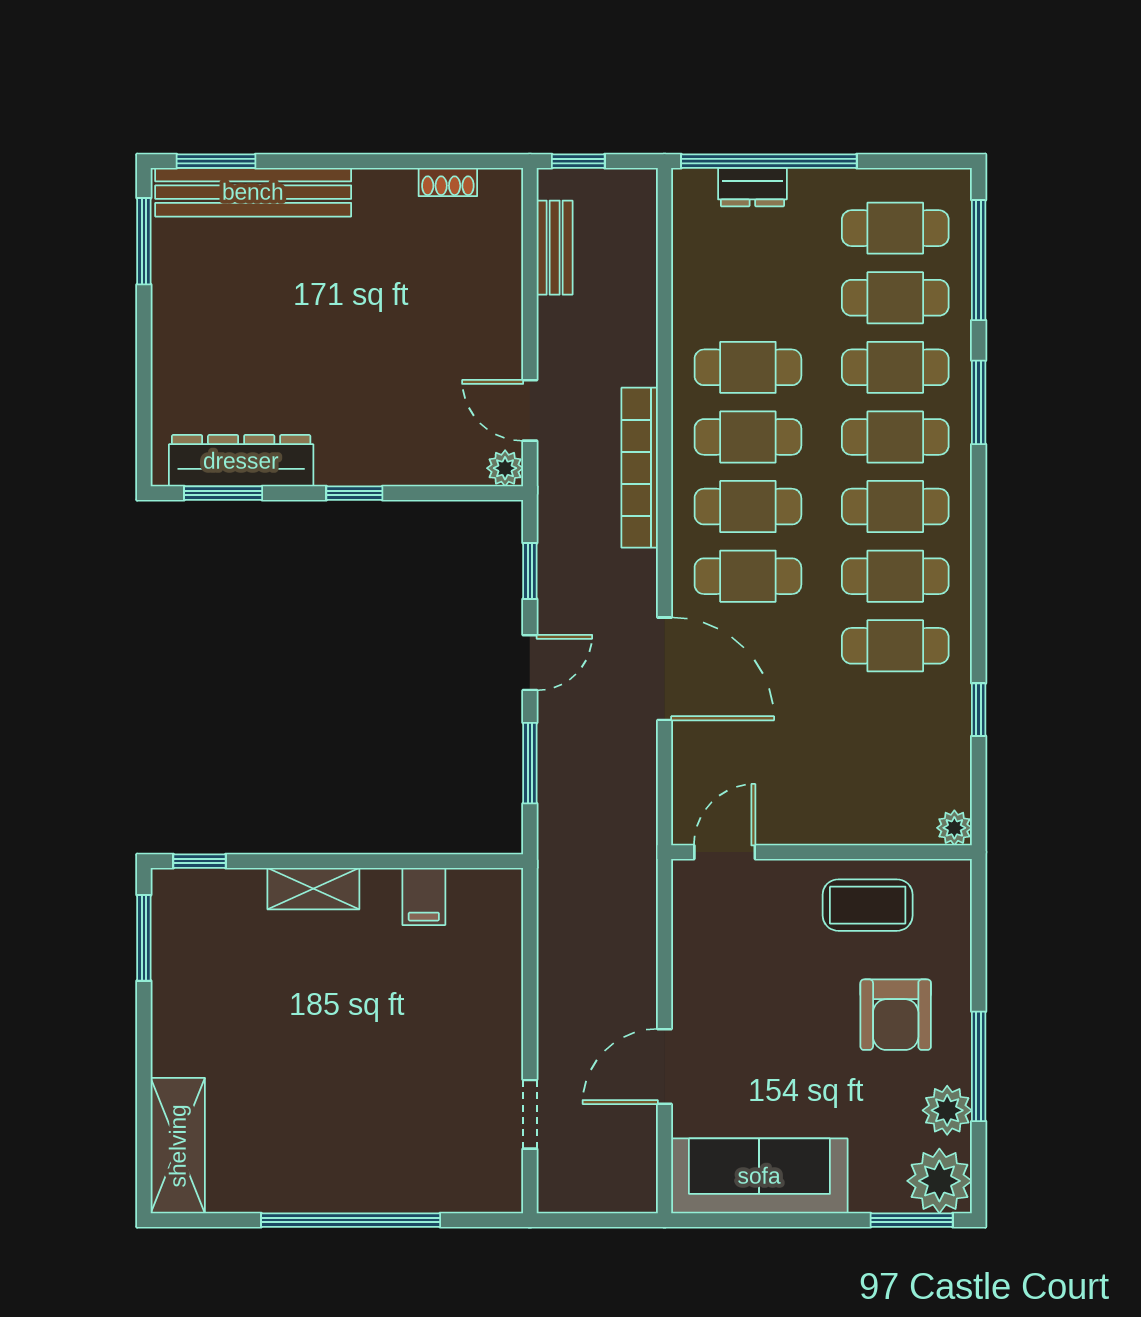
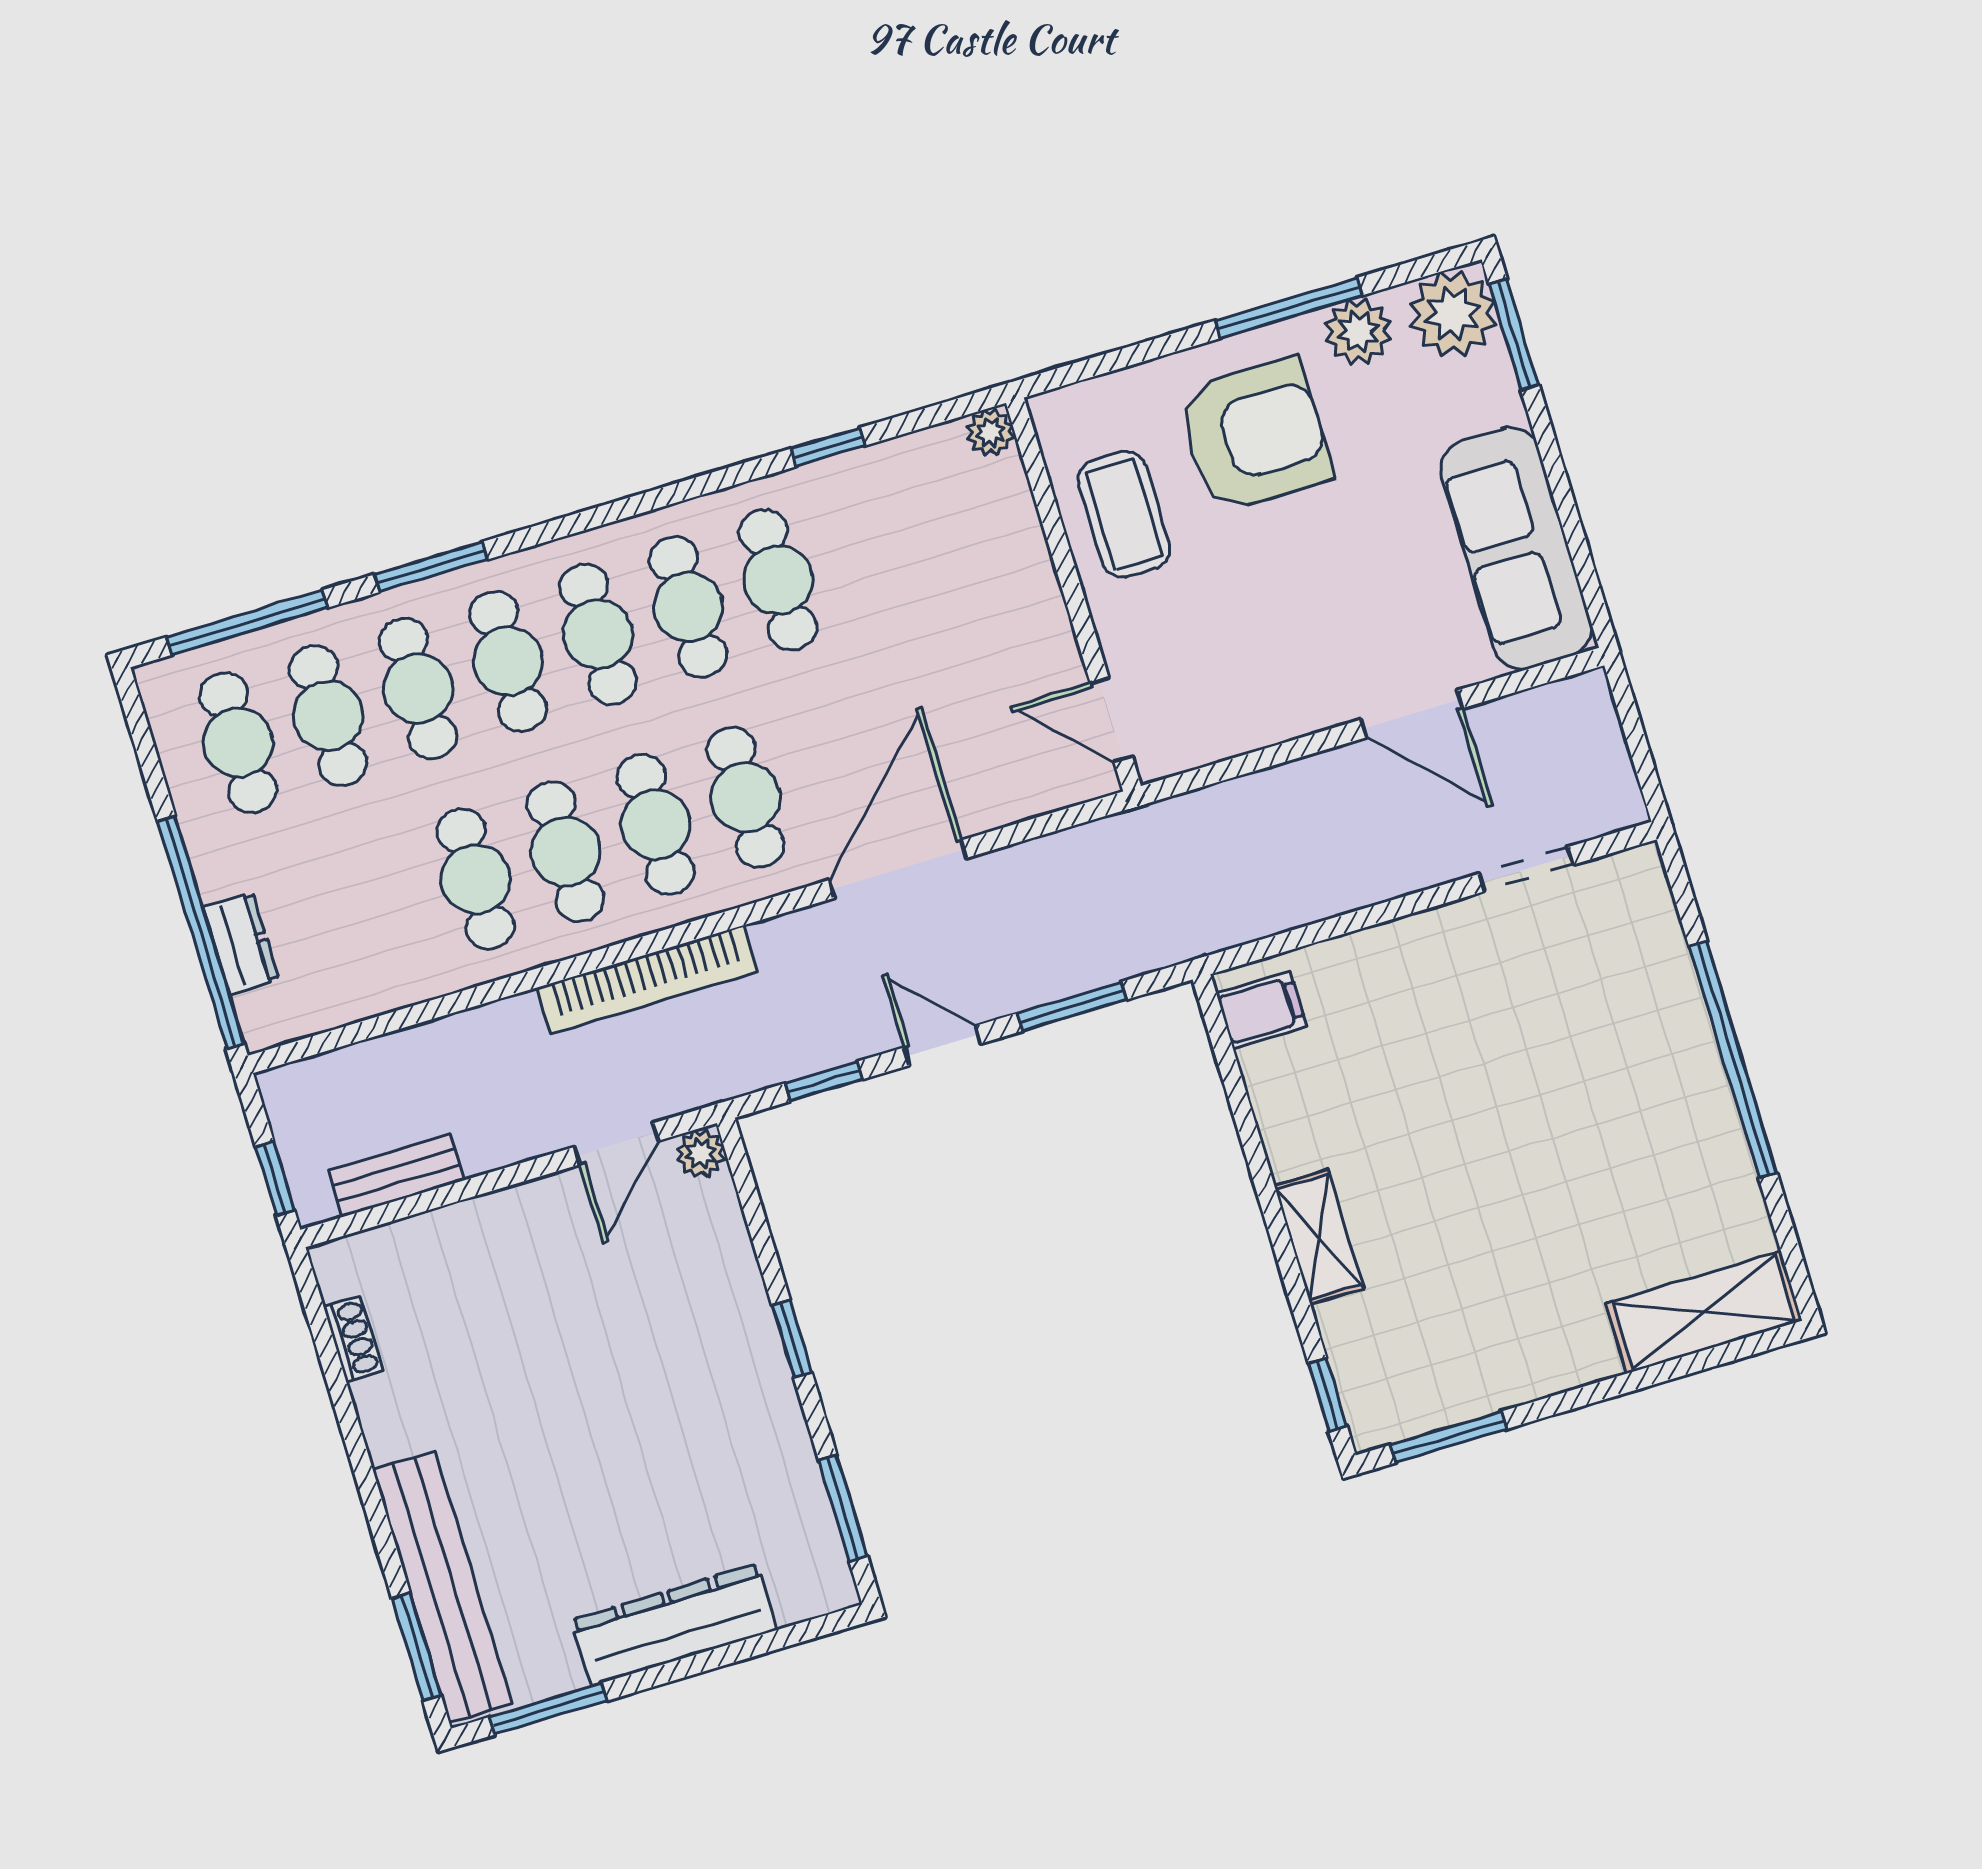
dresser: (241, 461) -> (675, 1625), moved, turned 90
filing cabinet: (424, 896) -> (1261, 1010), moved
armchair: (896, 1015) -> (1255, 435), width x1.36, depth x1.36

